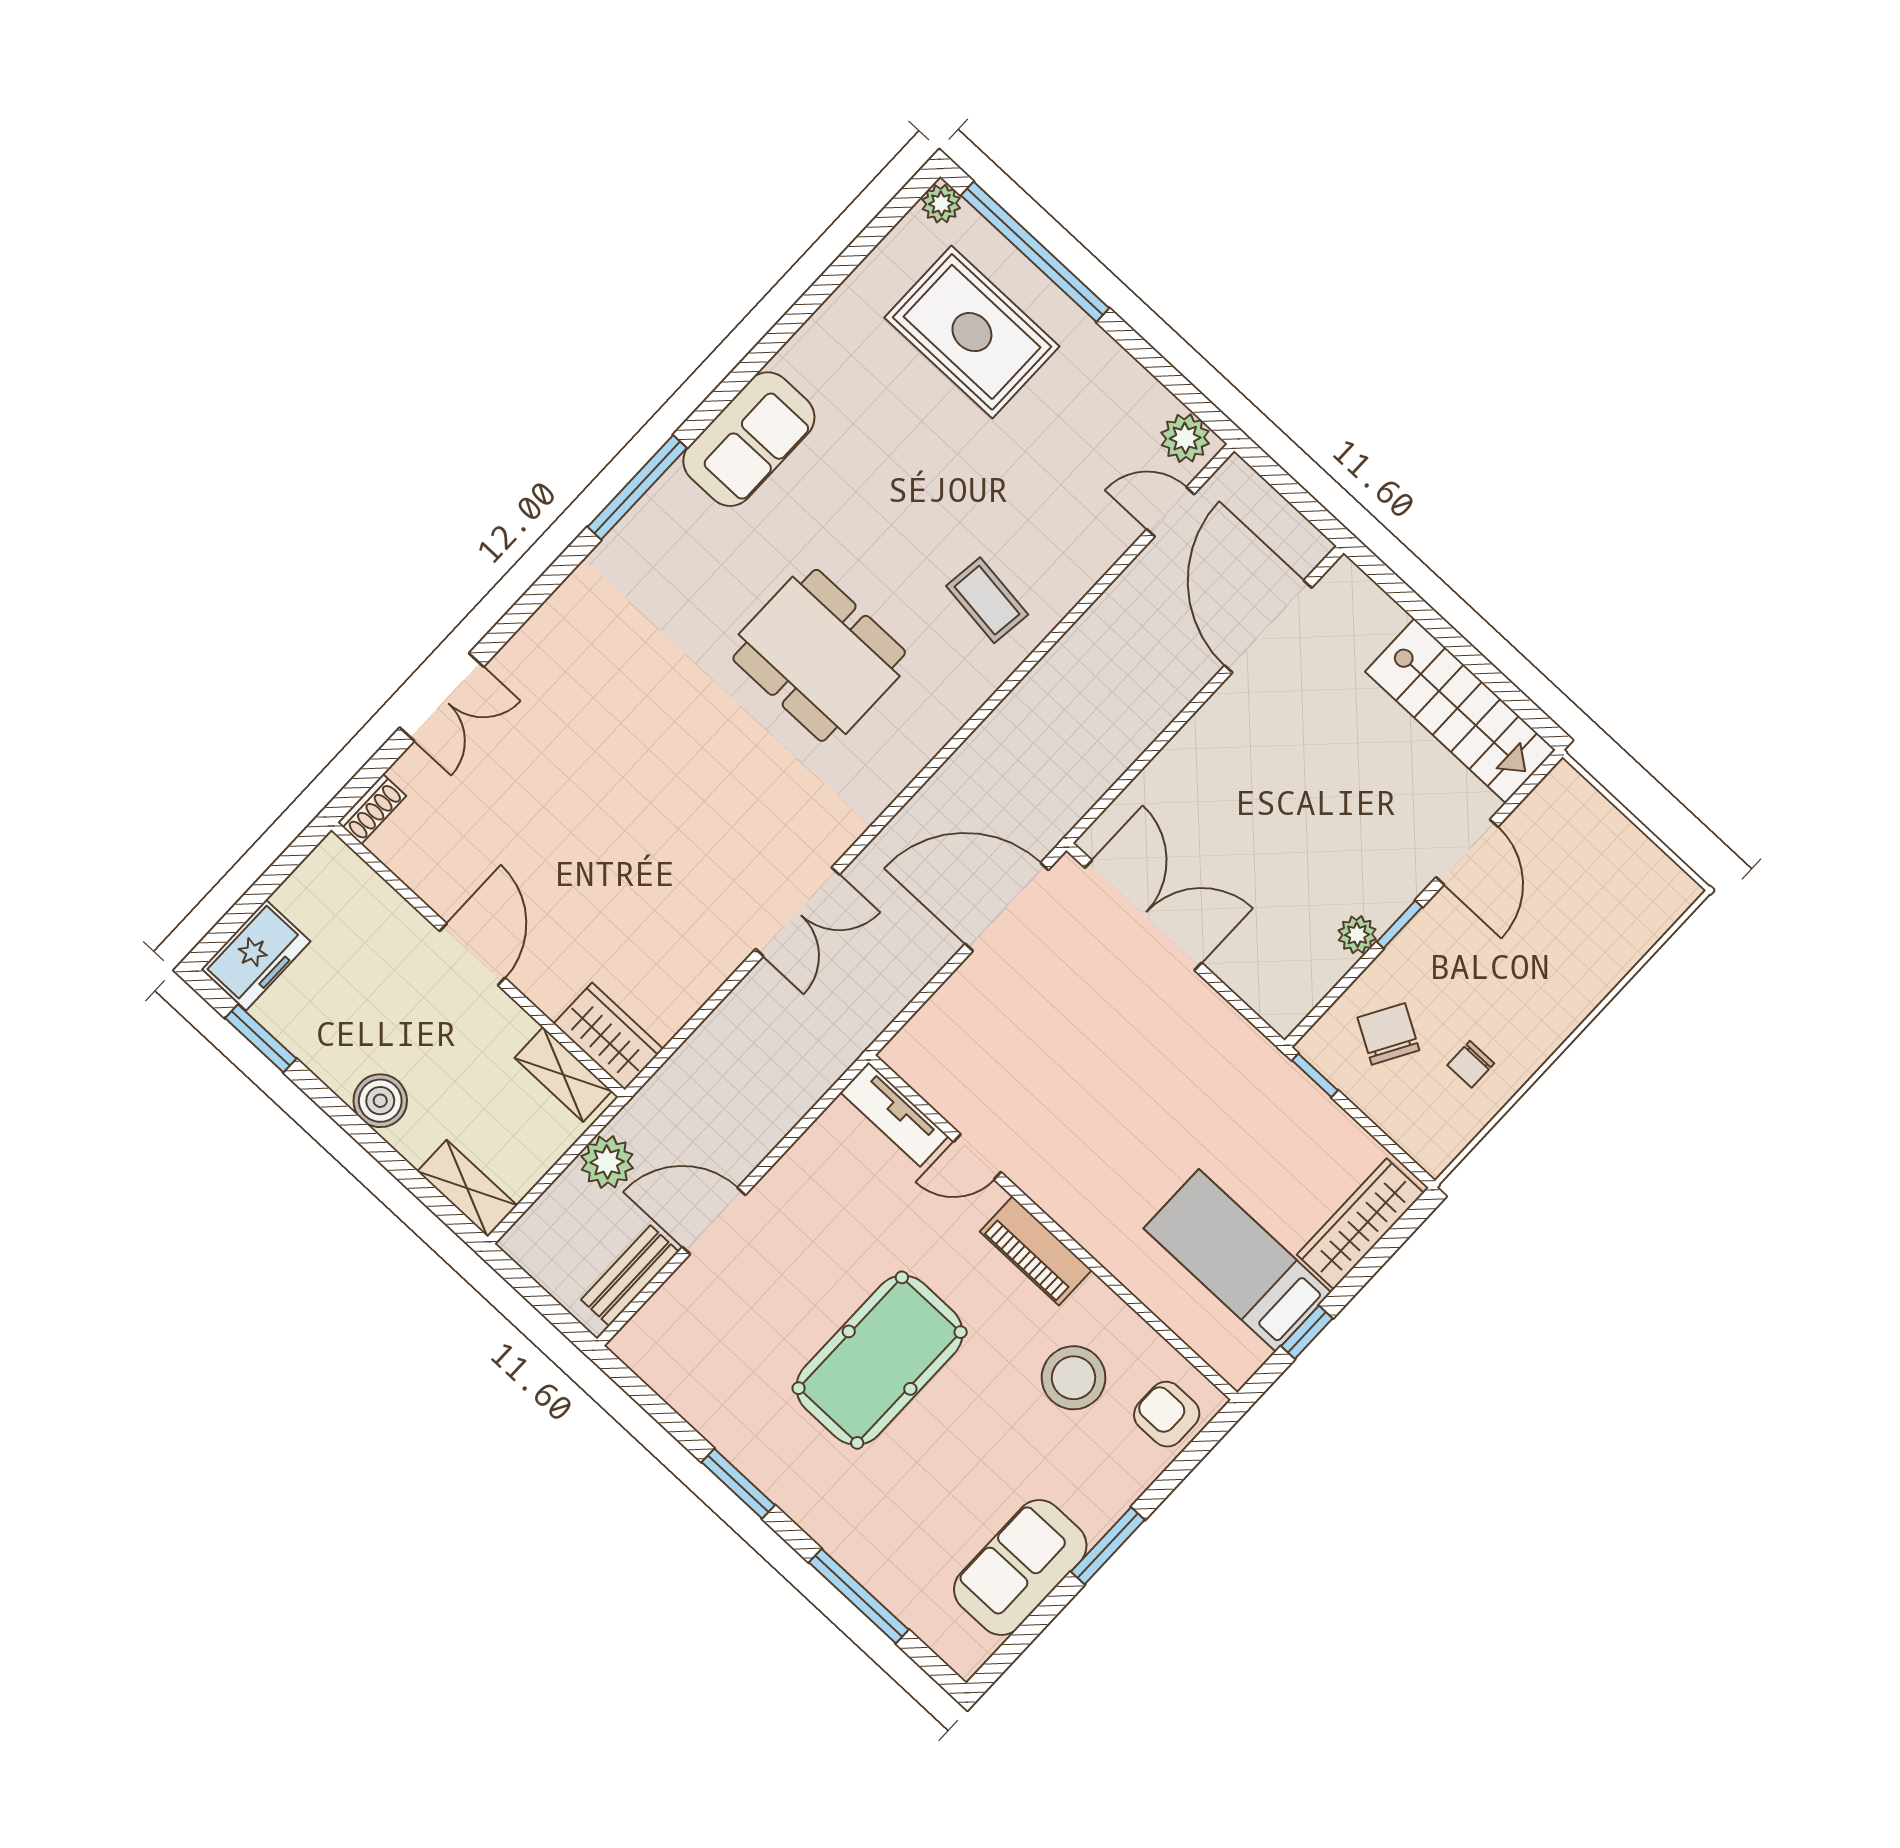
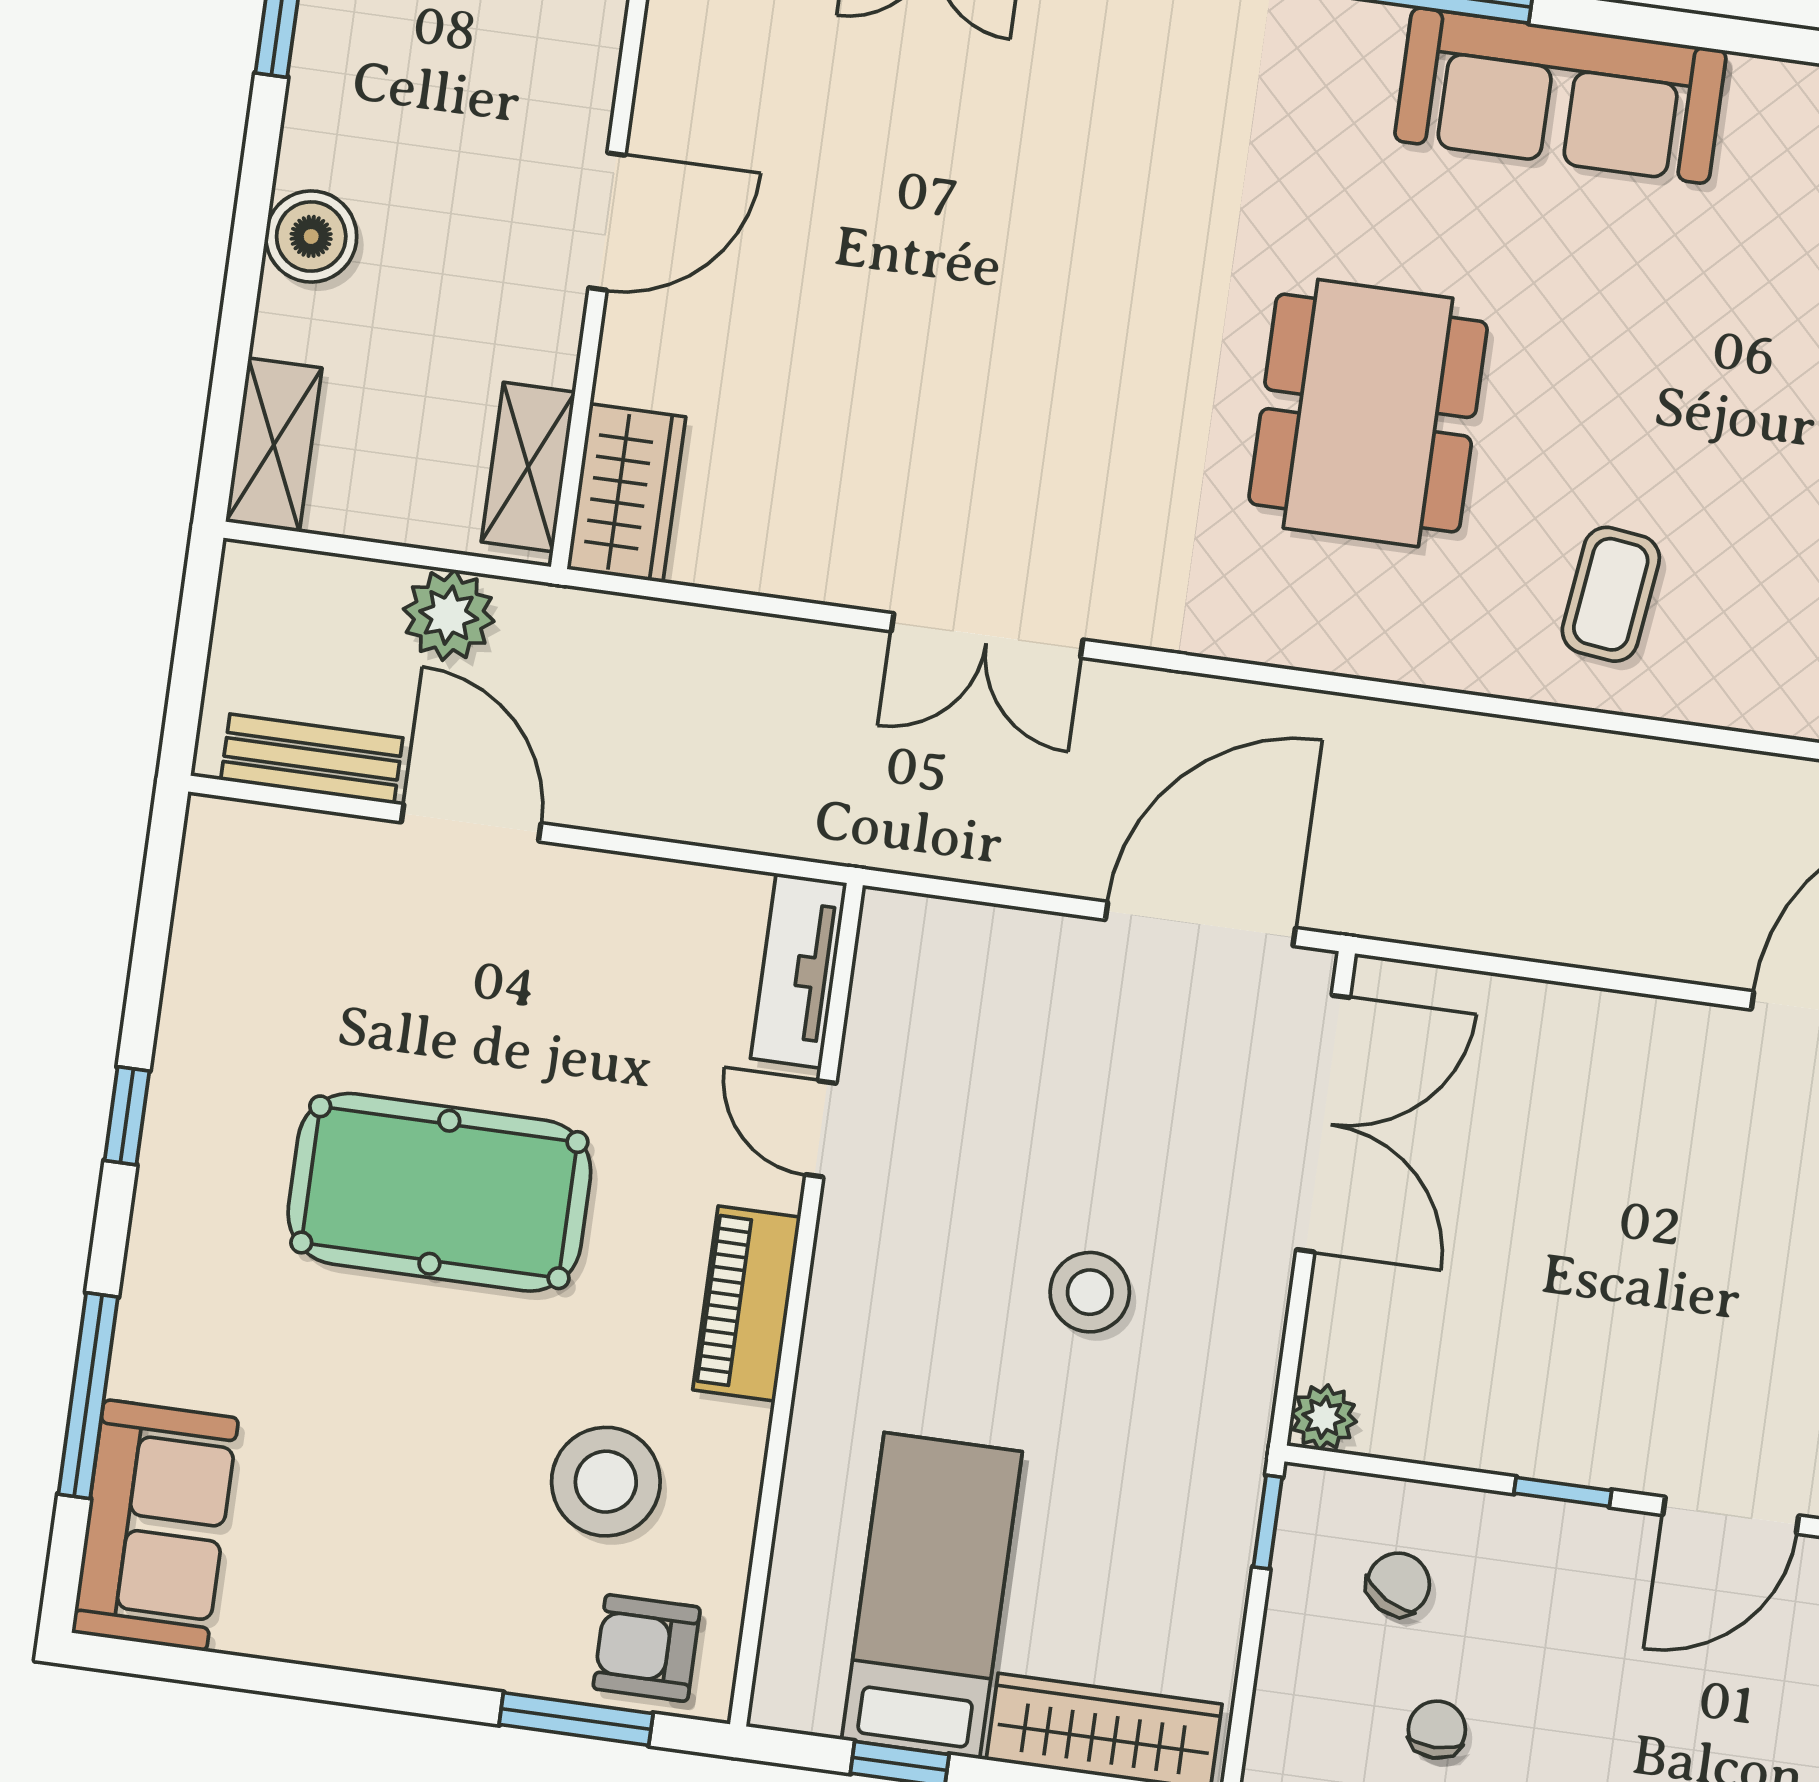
sofa: (749, 439) -> (1560, 96), width x1.36
door: (1007, 907) -> (1200, 924), hinge flipped
plant: (1357, 935) -> (1324, 1417), moved
chair: (1388, 1034) -> (1398, 1584), width x0.73, depth x0.73
chair: (1471, 1064) -> (1437, 1730), turned 90
stool: (1145, 1083) -> (1090, 1292), added
armchair: (1167, 1414) -> (647, 1648), turned -90
window: (738, 1484) -> (127, 1116), width x0.67
window: (1108, 1546) -> (576, 1719), moved
sofa: (1020, 1567) -> (155, 1525), moved, turned 90

